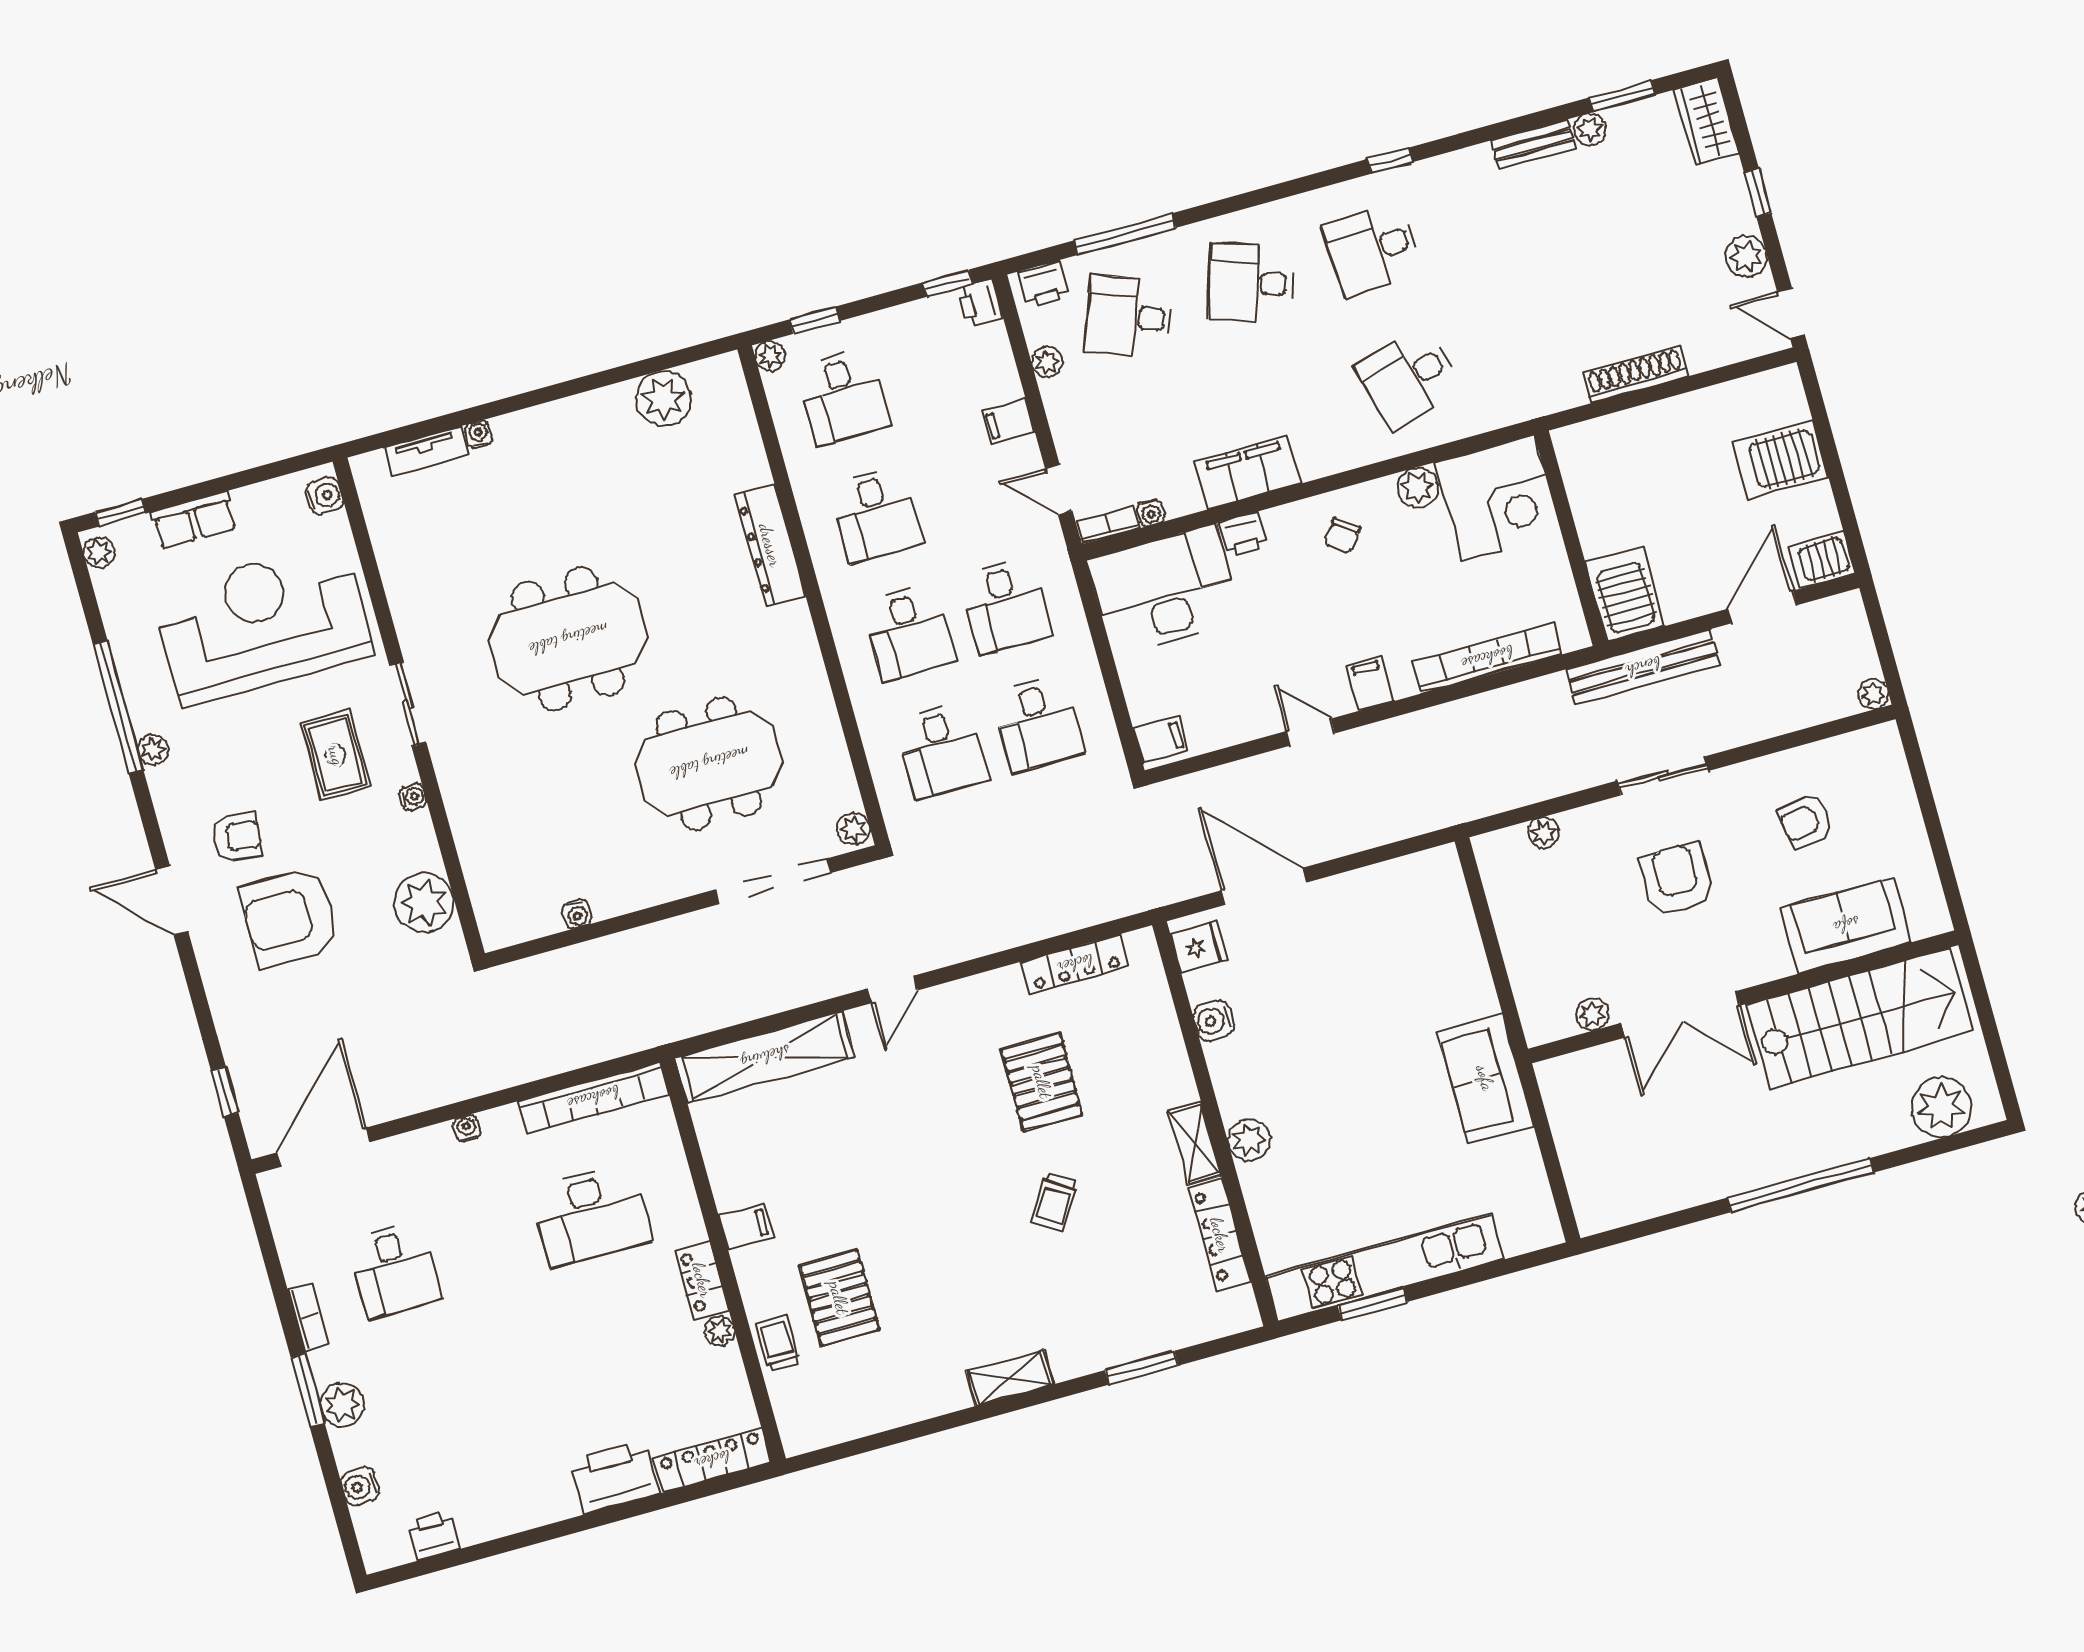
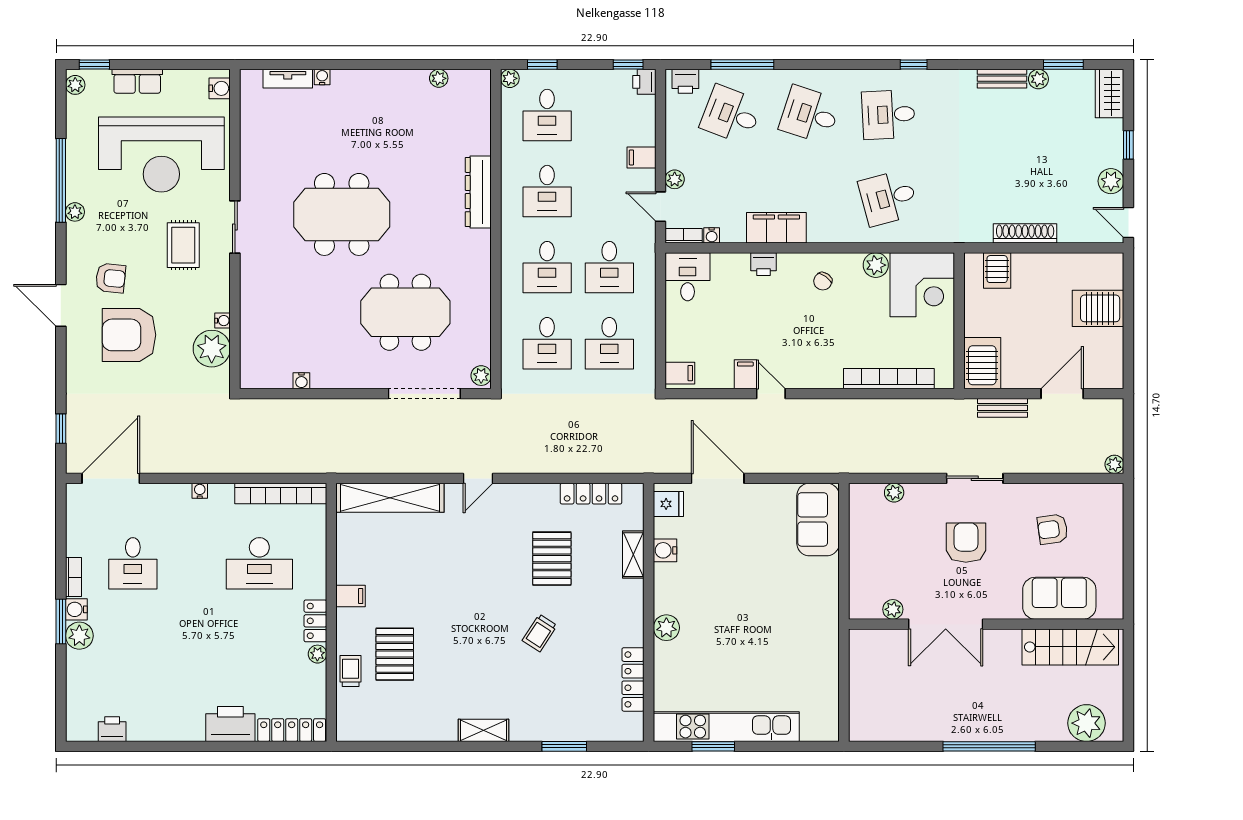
plant: (1047, 362) -> (675, 179), moved
plant: (663, 398) -> (439, 78), width x0.53, depth x0.53
server rack: (1822, 560) -> (997, 270), moved, turned -90
desk: (1164, 590) -> (688, 277), width x0.53, depth x0.77
reception desk: (263, 624) -> (161, 155), turned 180
bench: (1643, 667) -> (1003, 408), width x0.54, depth x0.82
filing cabinet: (1370, 683) -> (745, 374), moved
water cooler: (413, 797) -> (223, 321), moved
stairs: (1860, 1018) -> (1070, 647), width x0.73, depth x0.66
sofa: (1485, 1078) -> (818, 519), moved
shelving: (1195, 1143) -> (633, 555), moved
water cooler: (360, 1486) -> (76, 609), moved

